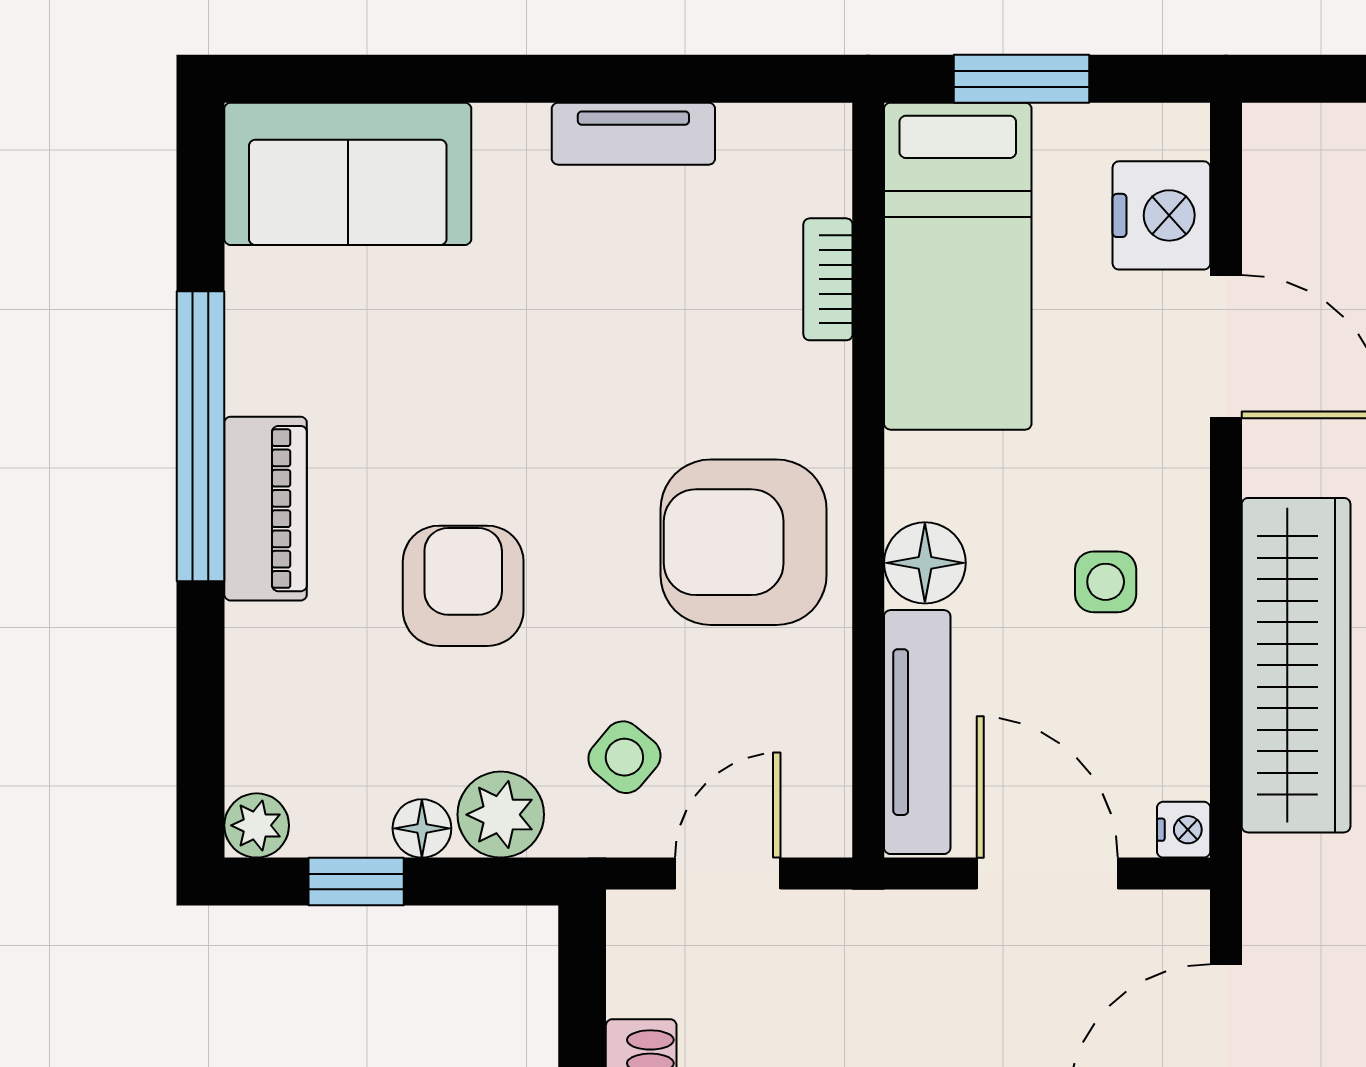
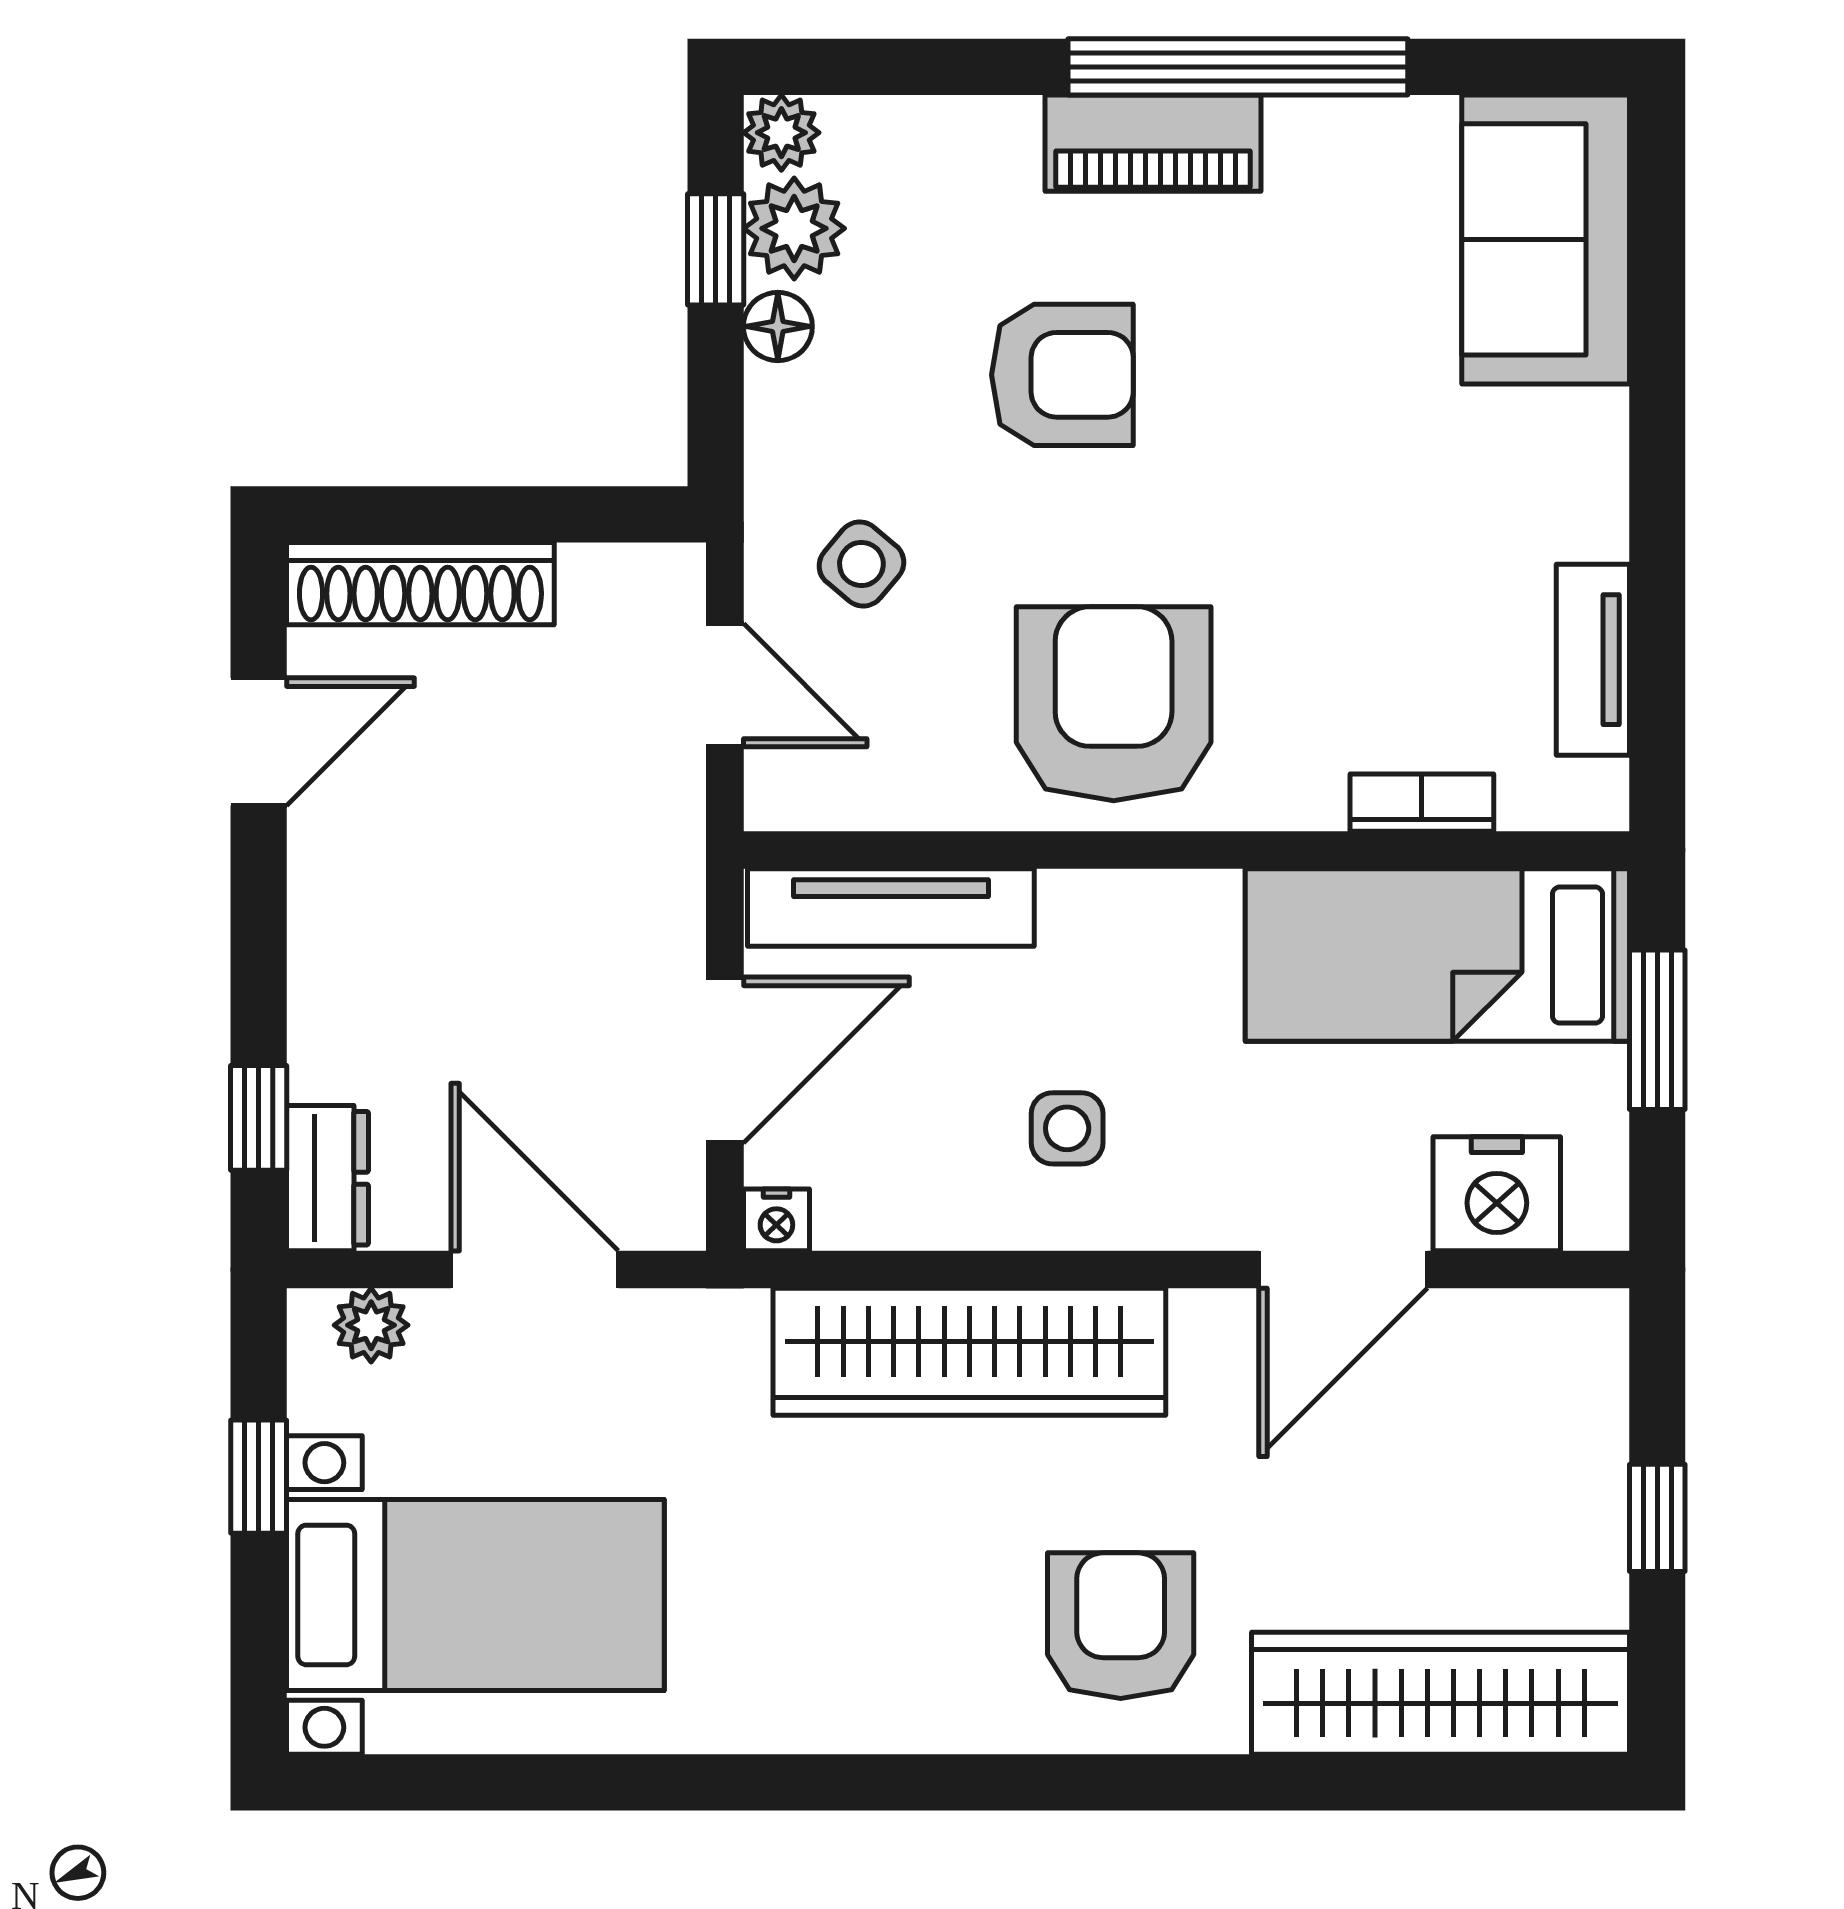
tv unit: (633, 134) -> (1593, 660), moved
floor lamp: (925, 563) -> (1089, 916), removed
plant: (501, 815) -> (794, 228), moved

